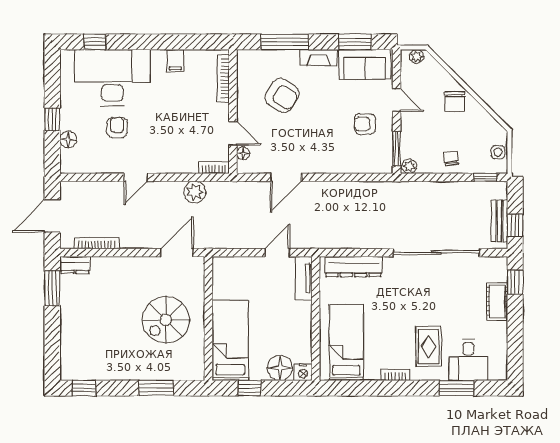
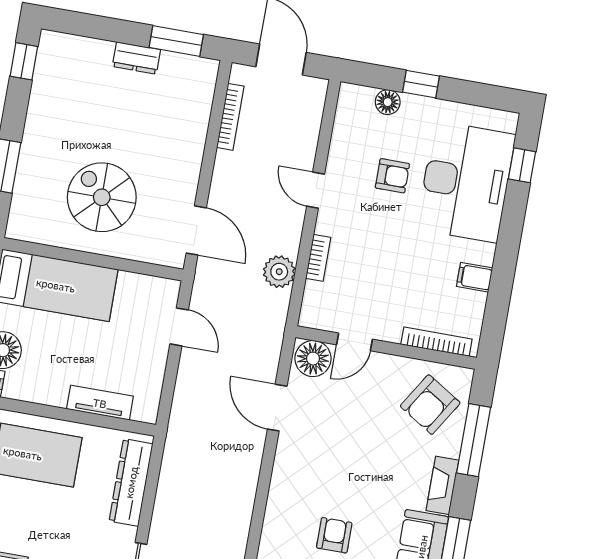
armchair: (282, 95) -> (430, 405), moved
floor lamp: (243, 153) -> (313, 359), width x1.89, depth x1.89
bookcase: (214, 168) -> (318, 258), moved
door: (277, 253) -> (179, 327), moved
dresser: (75, 265) -> (136, 58), moved, turned -90
tv unit: (304, 278) -> (100, 403), moved

